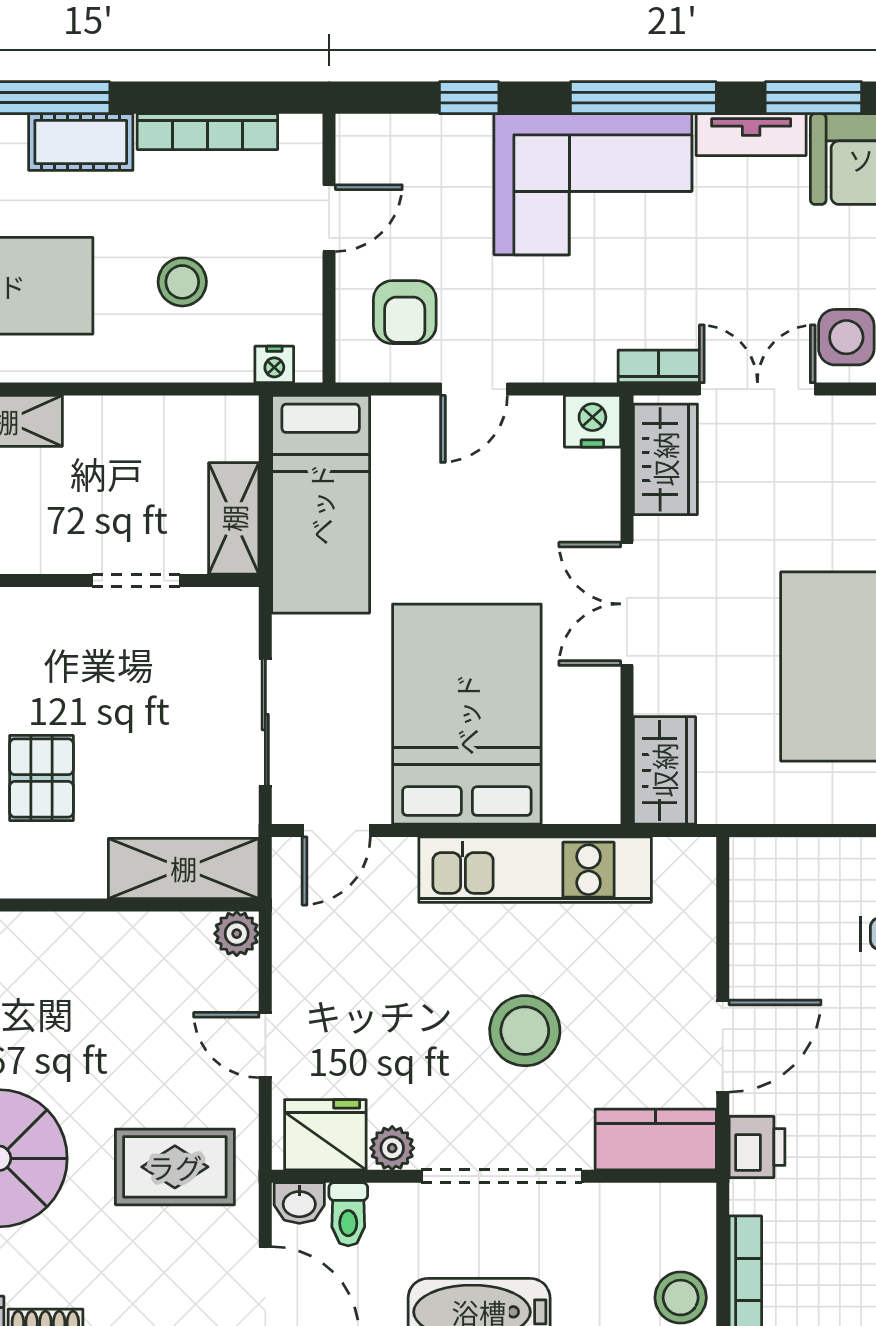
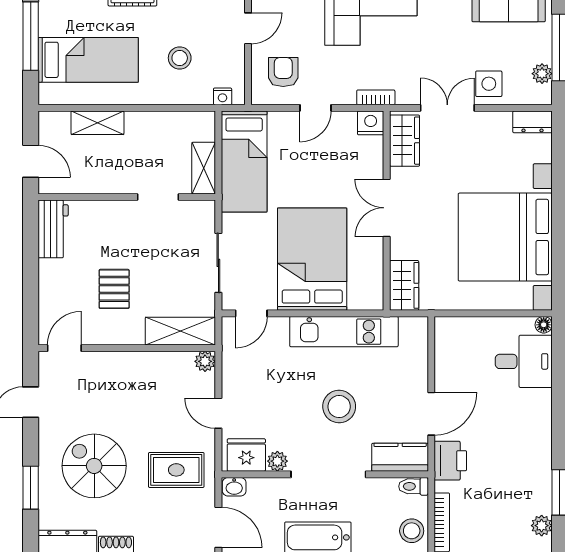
armchair: (405, 312) -> (283, 72), turned 180
bookcase: (659, 366) -> (376, 97), moved
printer: (757, 1147) -> (450, 461), width x1.36, depth x1.24
toilet: (348, 1214) -> (414, 486), moved, turned 90

